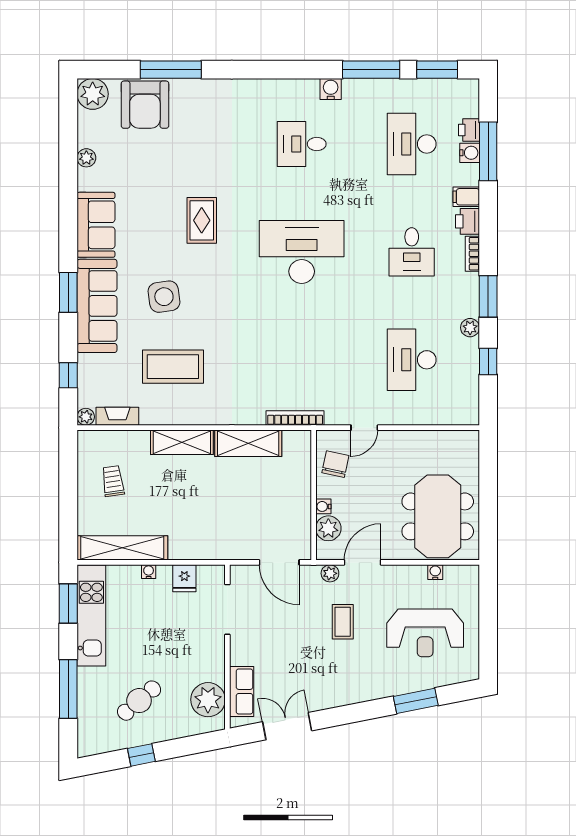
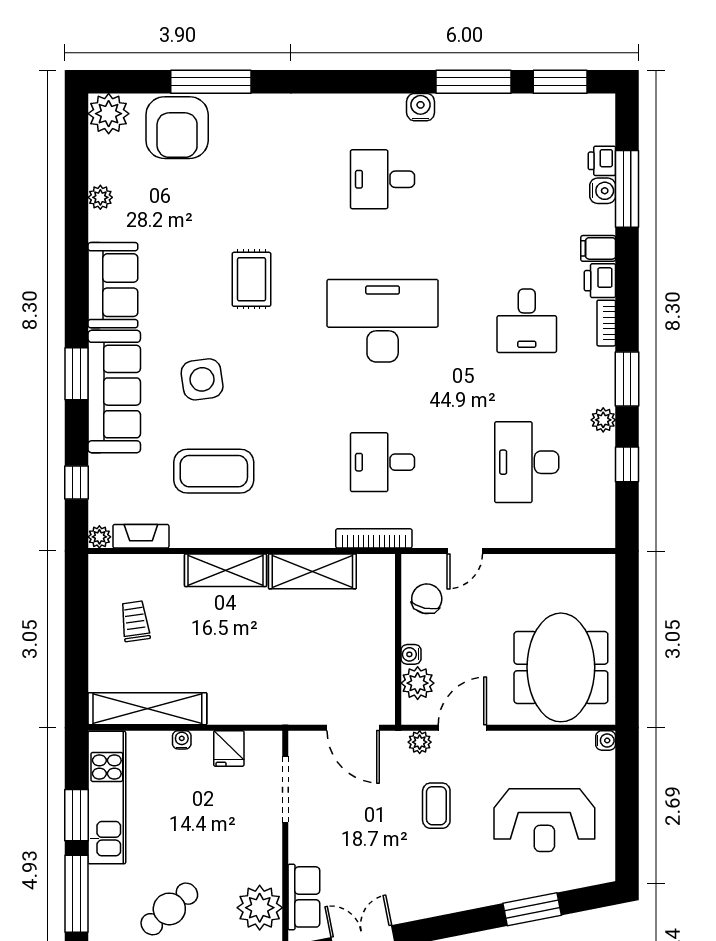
desk: (412, 144) -> (383, 462), moved, width x0.73
water cooler: (435, 572) -> (606, 740), moved, turned 90
window: (68, 604) -> (77, 815), moved

